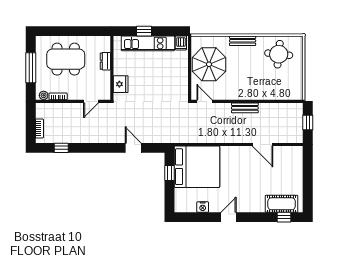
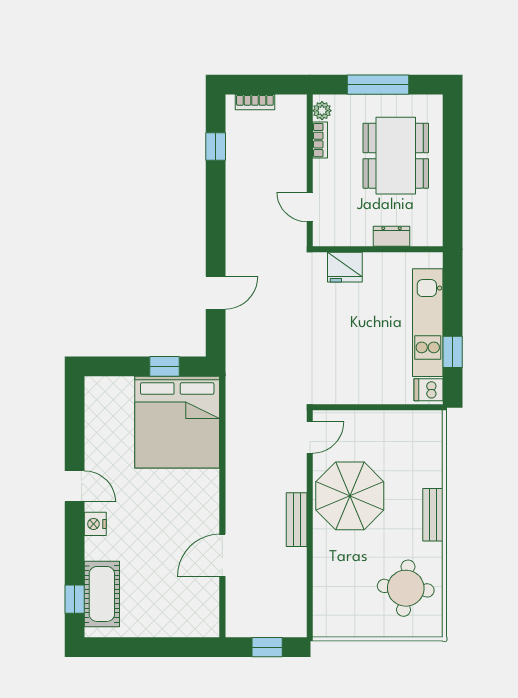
window: (144, 31) -> (453, 352), moved
parasol: (209, 64) -> (350, 496), moved
nightstand: (203, 207) -> (95, 524), moved

